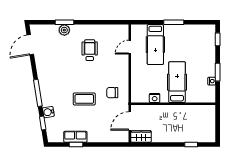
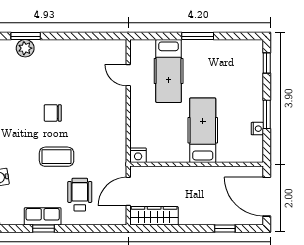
door: (130, 47) -> (128, 75), hinge flipped
wheelchair: (90, 50) -> (80, 195), moved
chair: (112, 93) -> (53, 113), moved
nightstand: (155, 98) -> (138, 155), moved
door: (218, 124) -> (267, 197), added
wardrobe: (141, 136) -> (154, 216), width x1.50

